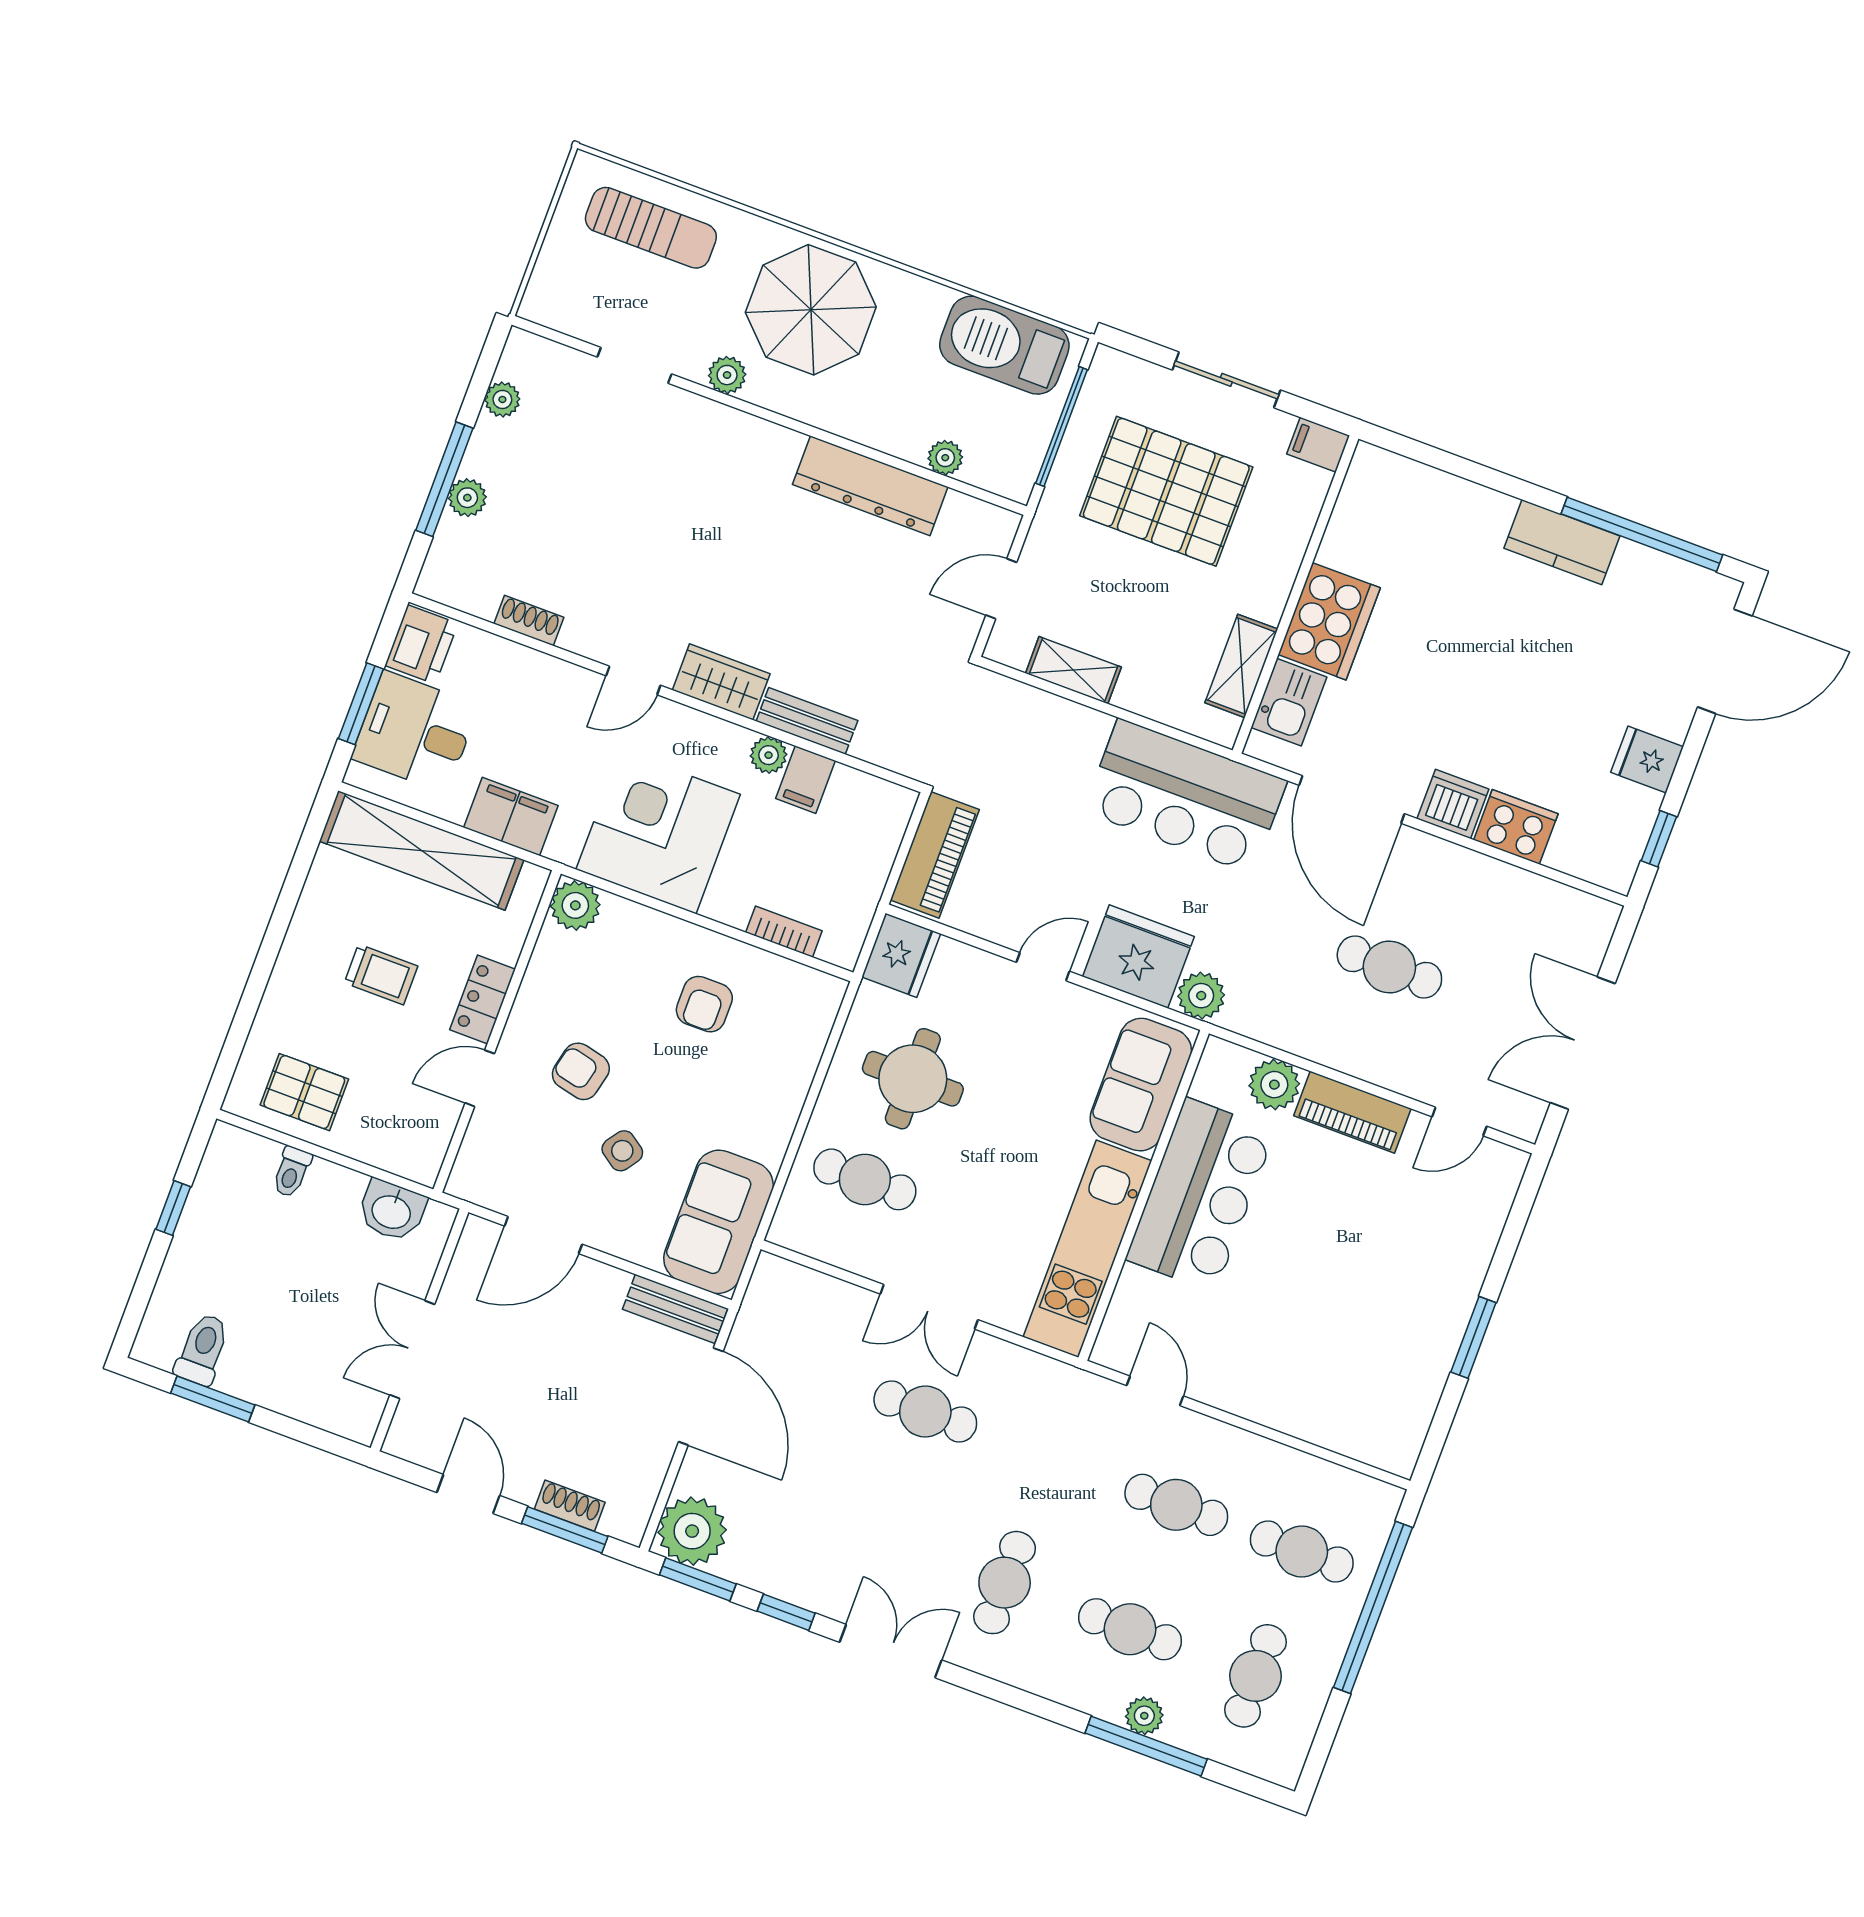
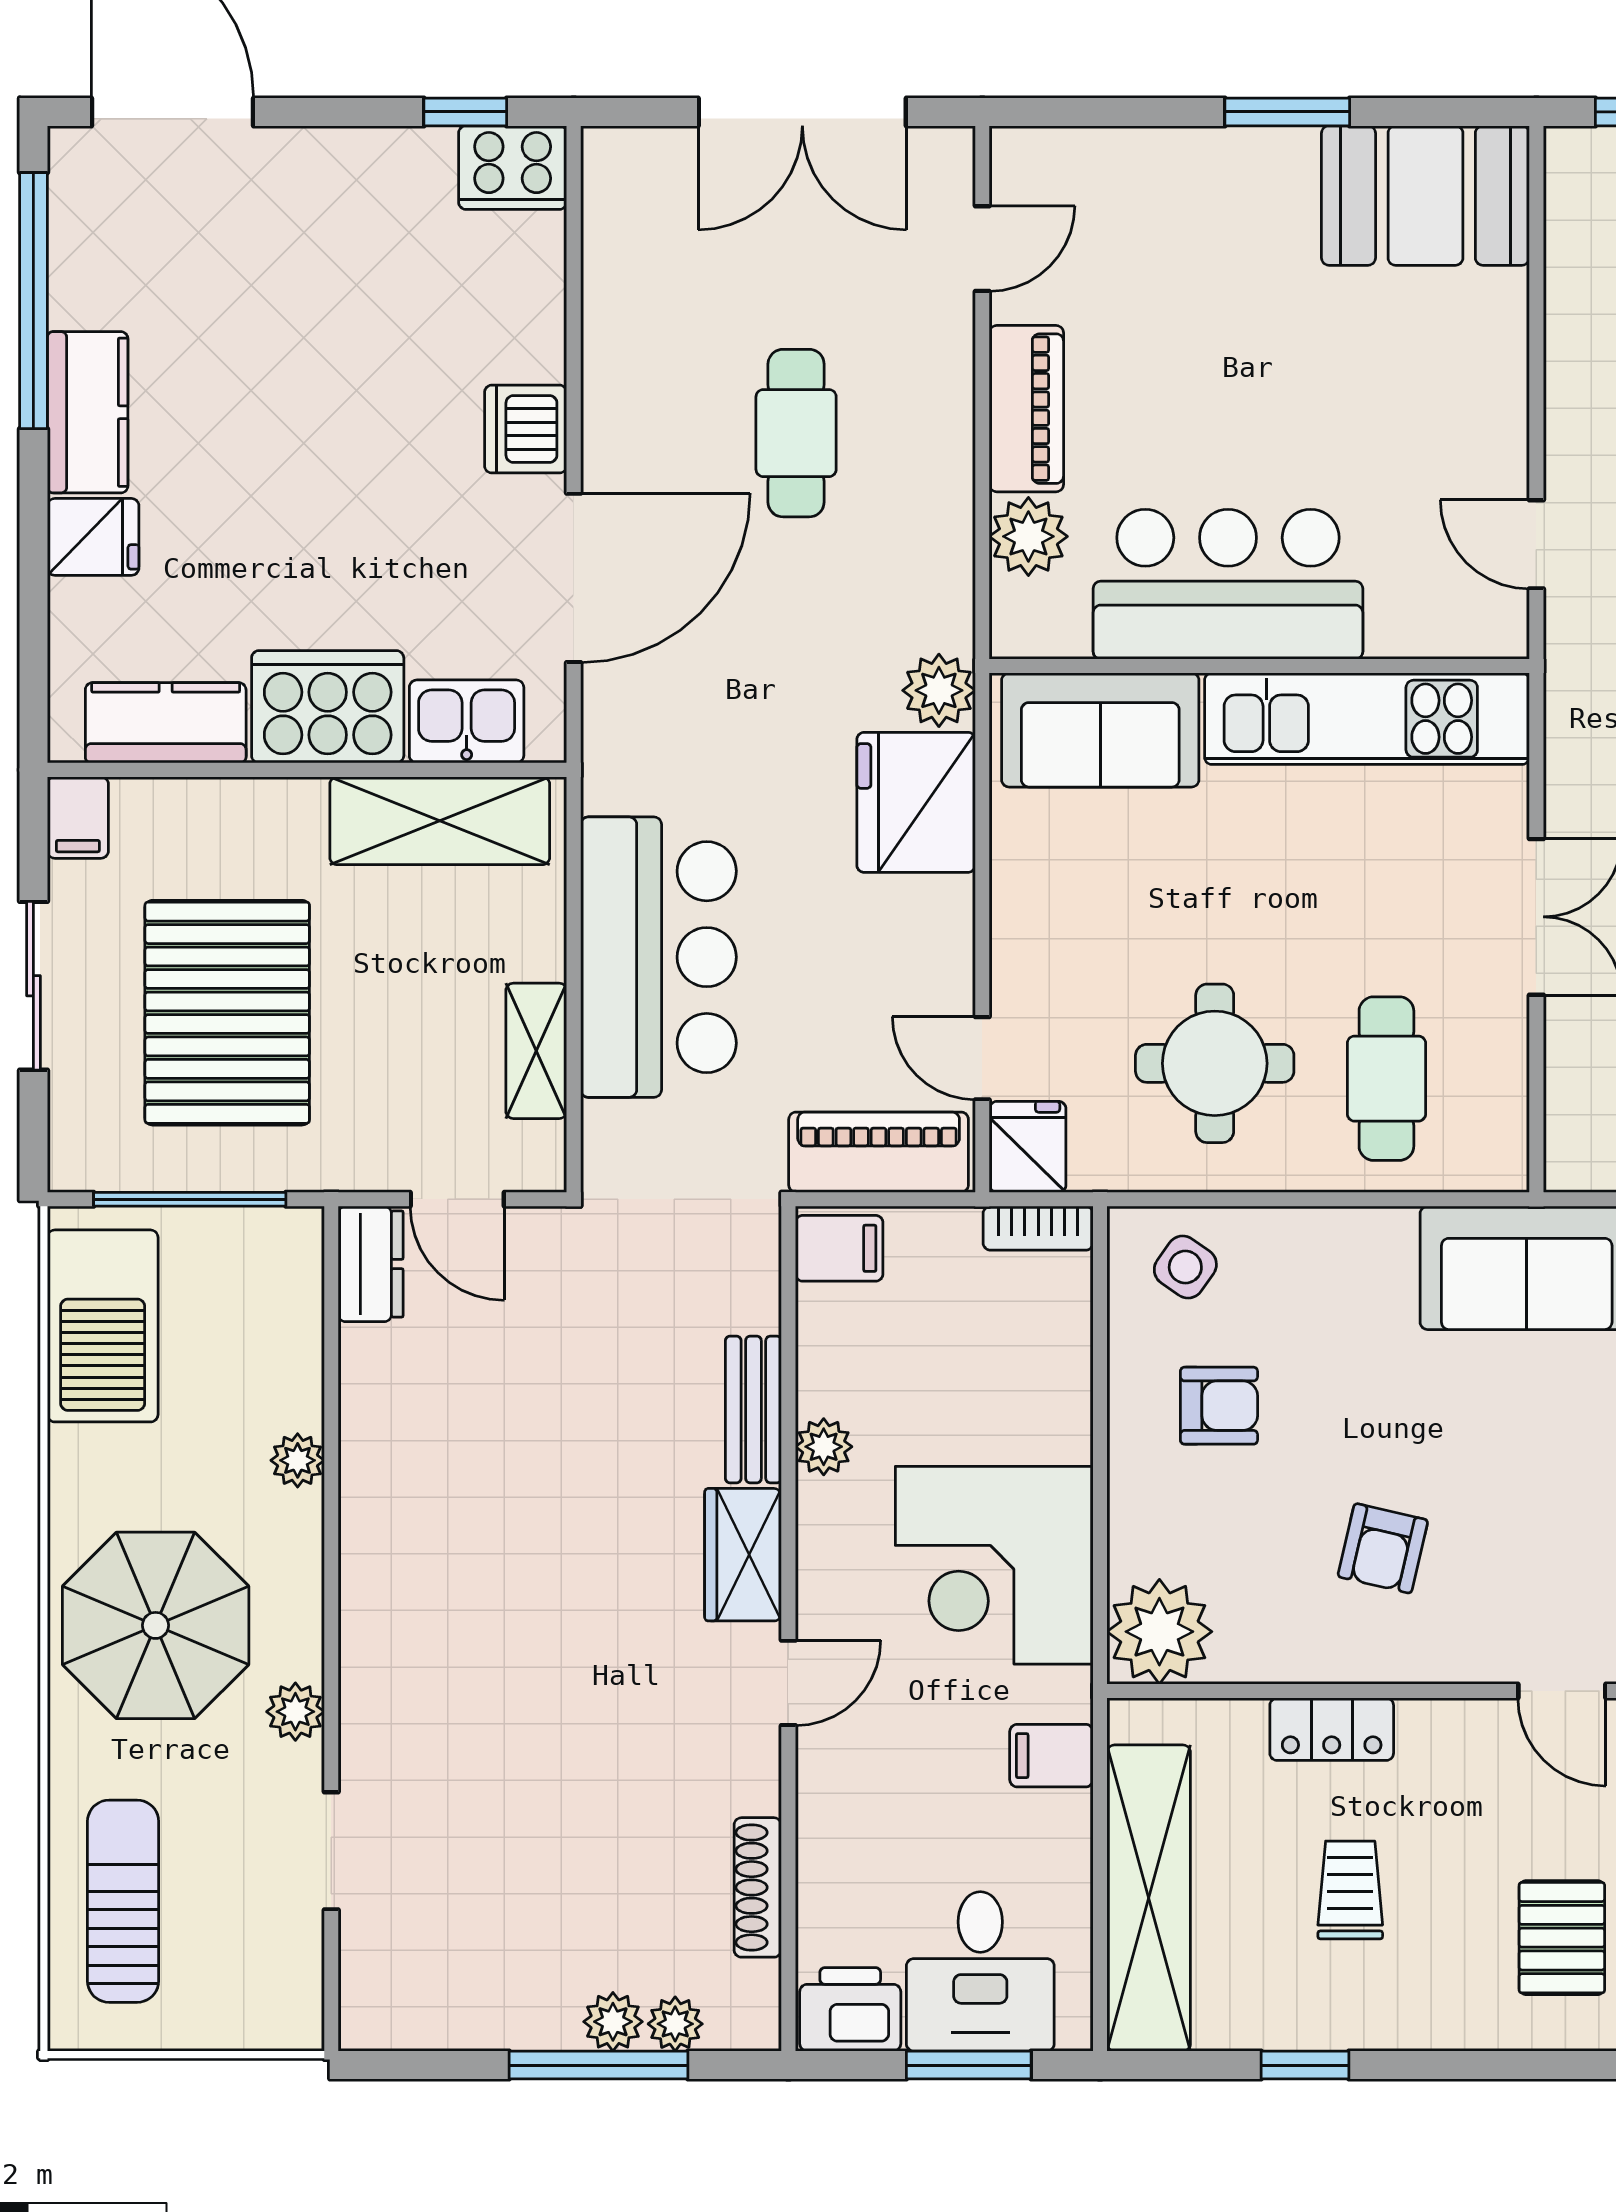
plant: (502, 399) -> (675, 2024), moved
plant: (945, 458) -> (298, 1460), moved
dresser: (870, 486) -> (371, 1264), moved, width x0.51, depth x0.80
kitchen counter: (1356, 519) -> (166, 723), added
shoe rack: (529, 620) -> (758, 1887), width x1.43
shelving: (1241, 666) -> (440, 821), width x1.50, depth x1.33
door: (633, 680) -> (788, 1683), hinge flipped
fridge: (1647, 760) -> (93, 537), moved, turned -90
filing cabinet: (806, 780) -> (839, 1248), moved
bar counter: (1185, 796) -> (658, 957), moved
filing cabinet: (511, 817) -> (1051, 1756), width x0.50
cooker: (1516, 827) -> (513, 168), moved, turned -90
plant: (575, 905) -> (1159, 1632), width x1.36, depth x1.36
window: (285, 908) -> (1305, 2065), added
bookcase: (784, 932) -> (1038, 1228), moved, turned -90
fridge: (901, 955) -> (1028, 1147), width x0.72
door: (1043, 967) -> (982, 1058), moved
door: (480, 1078) -> (1562, 1691), moved
door: (1459, 1122) -> (982, 249), hinge flipped
side table: (622, 1151) -> (1185, 1267), moved
door: (1155, 1391) -> (1536, 544), hinge flipped
booth: (1392, 1402) -> (1425, 196), added

